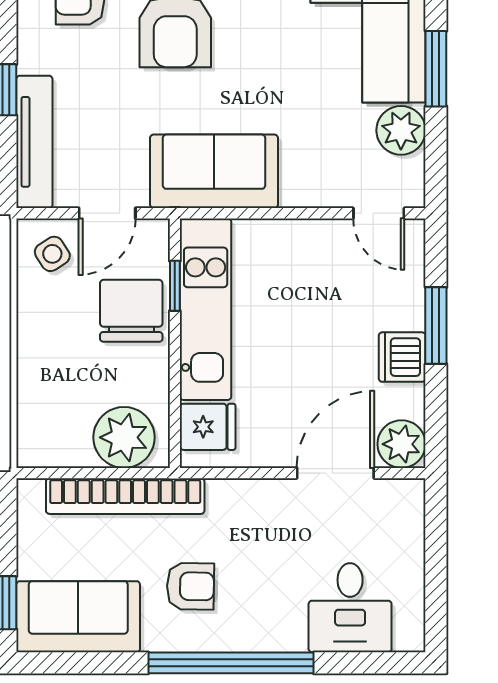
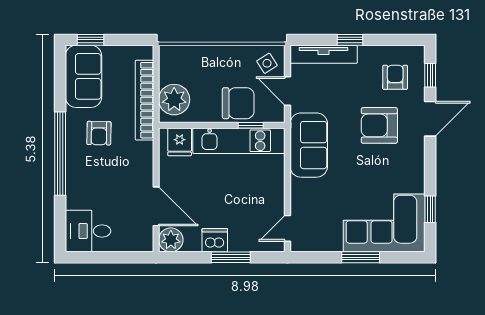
plant: (401, 130) -> (329, 240), removed
desk: (350, 608) -> (88, 231), moved

